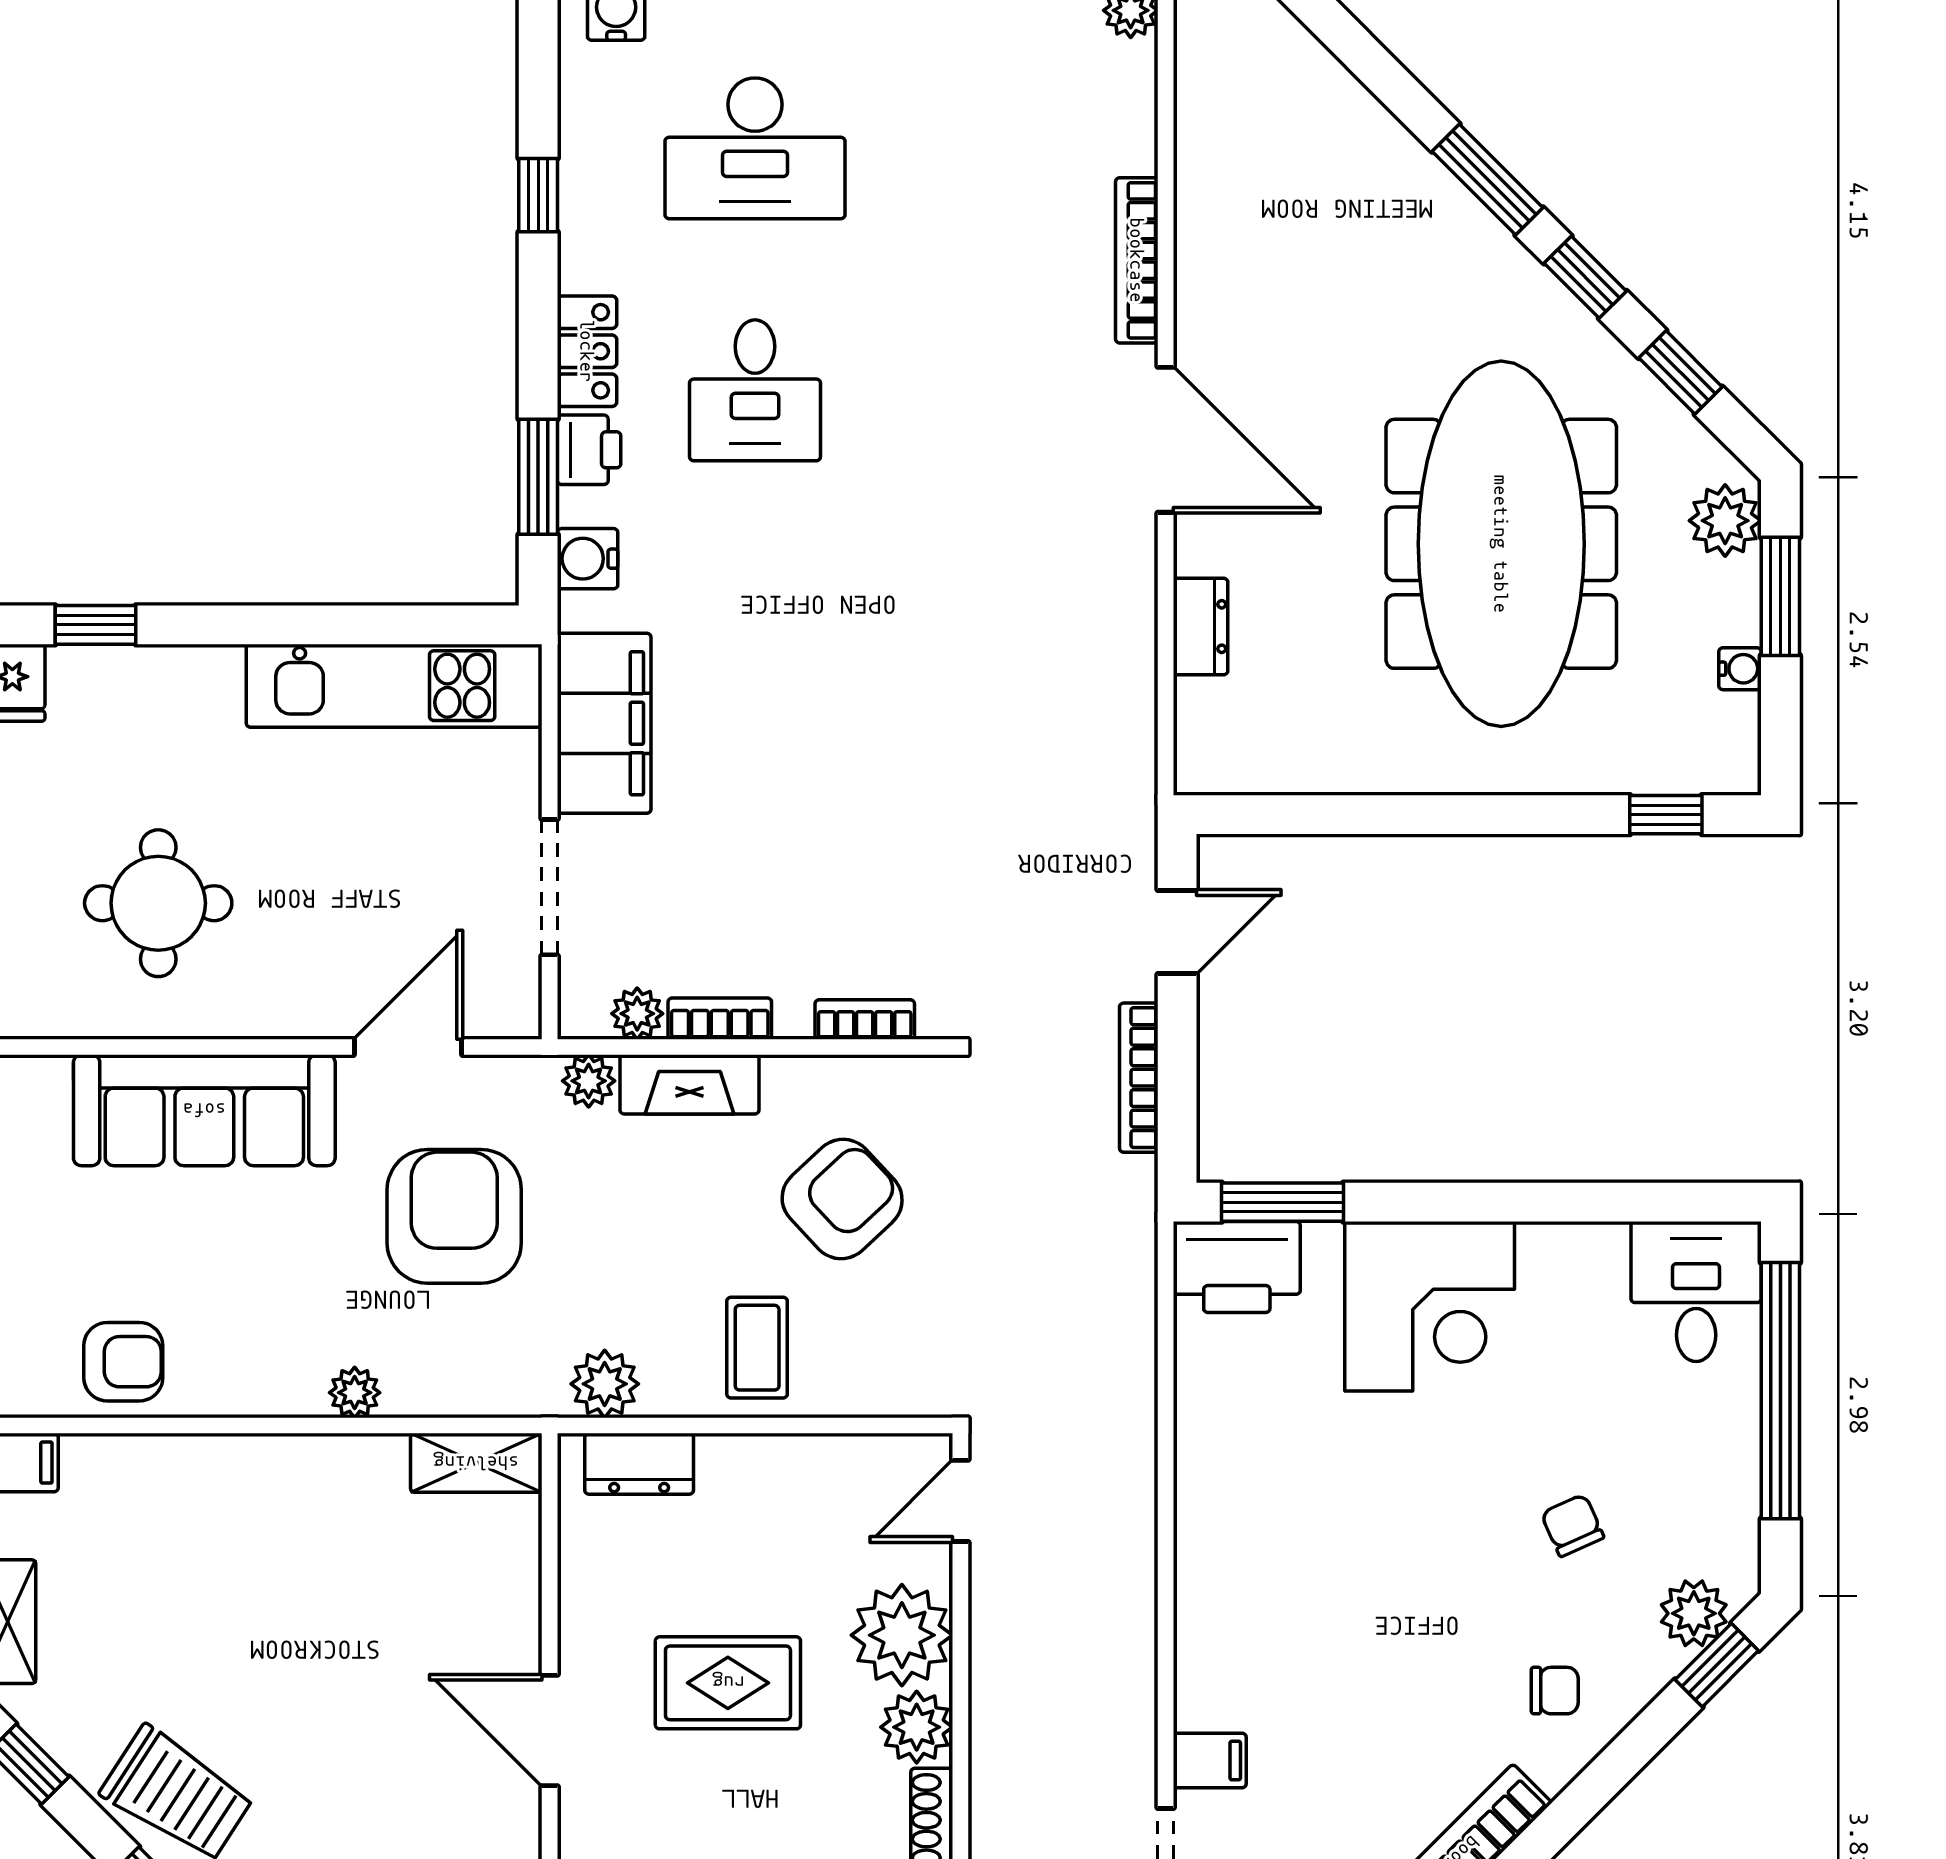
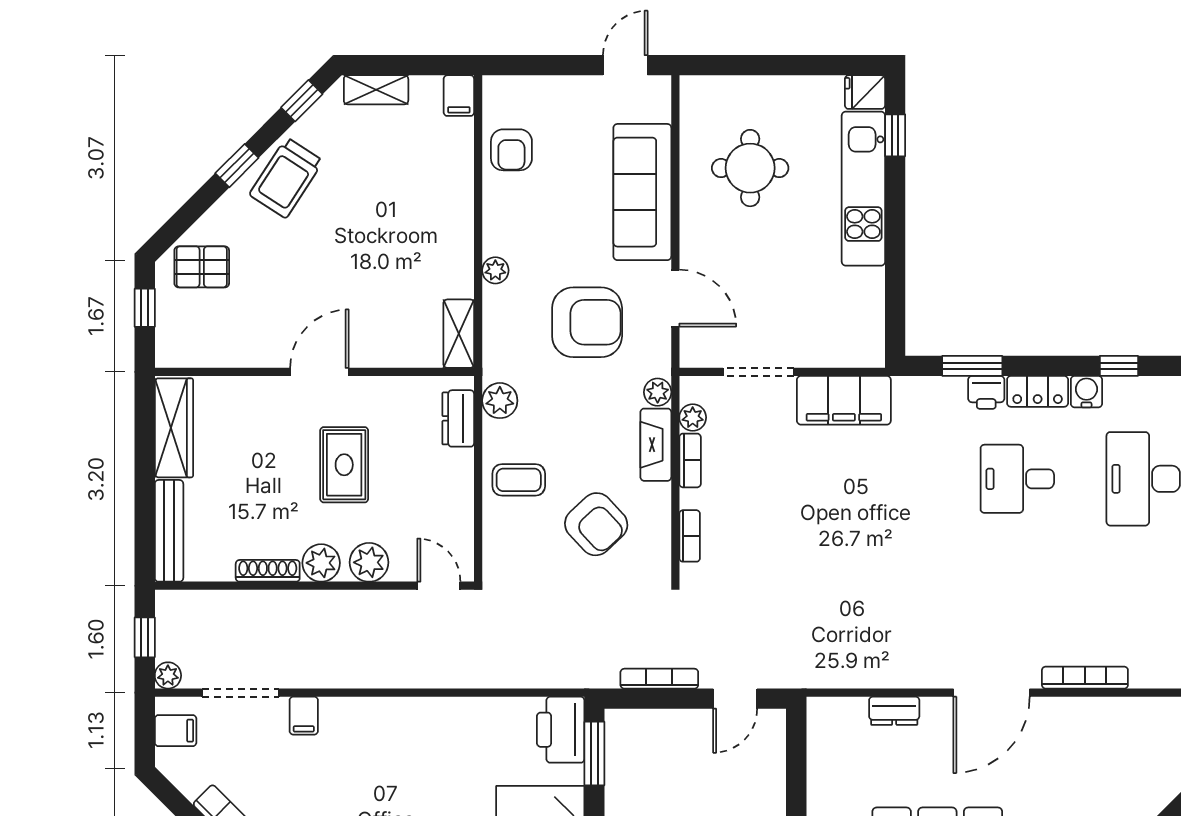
water cooler: (588, 559) -> (1086, 392), moved
kitchen unit: (394, 686) -> (863, 189), moved
door: (1177, 932) -> (735, 699), hinge flipped
plant: (902, 1635) -> (369, 562), width x0.73, depth x0.73

